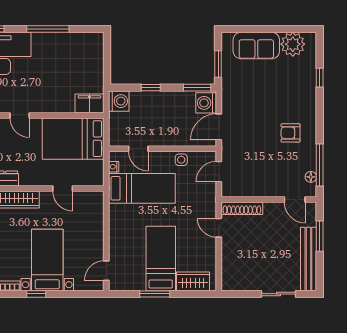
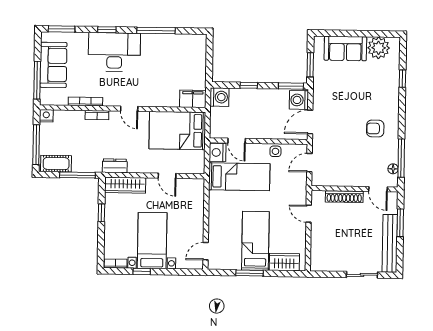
nightstand: (114, 167) -> (217, 152), width x1.89, depth x1.79
shoe rack: (242, 208) -> (344, 197), moved

